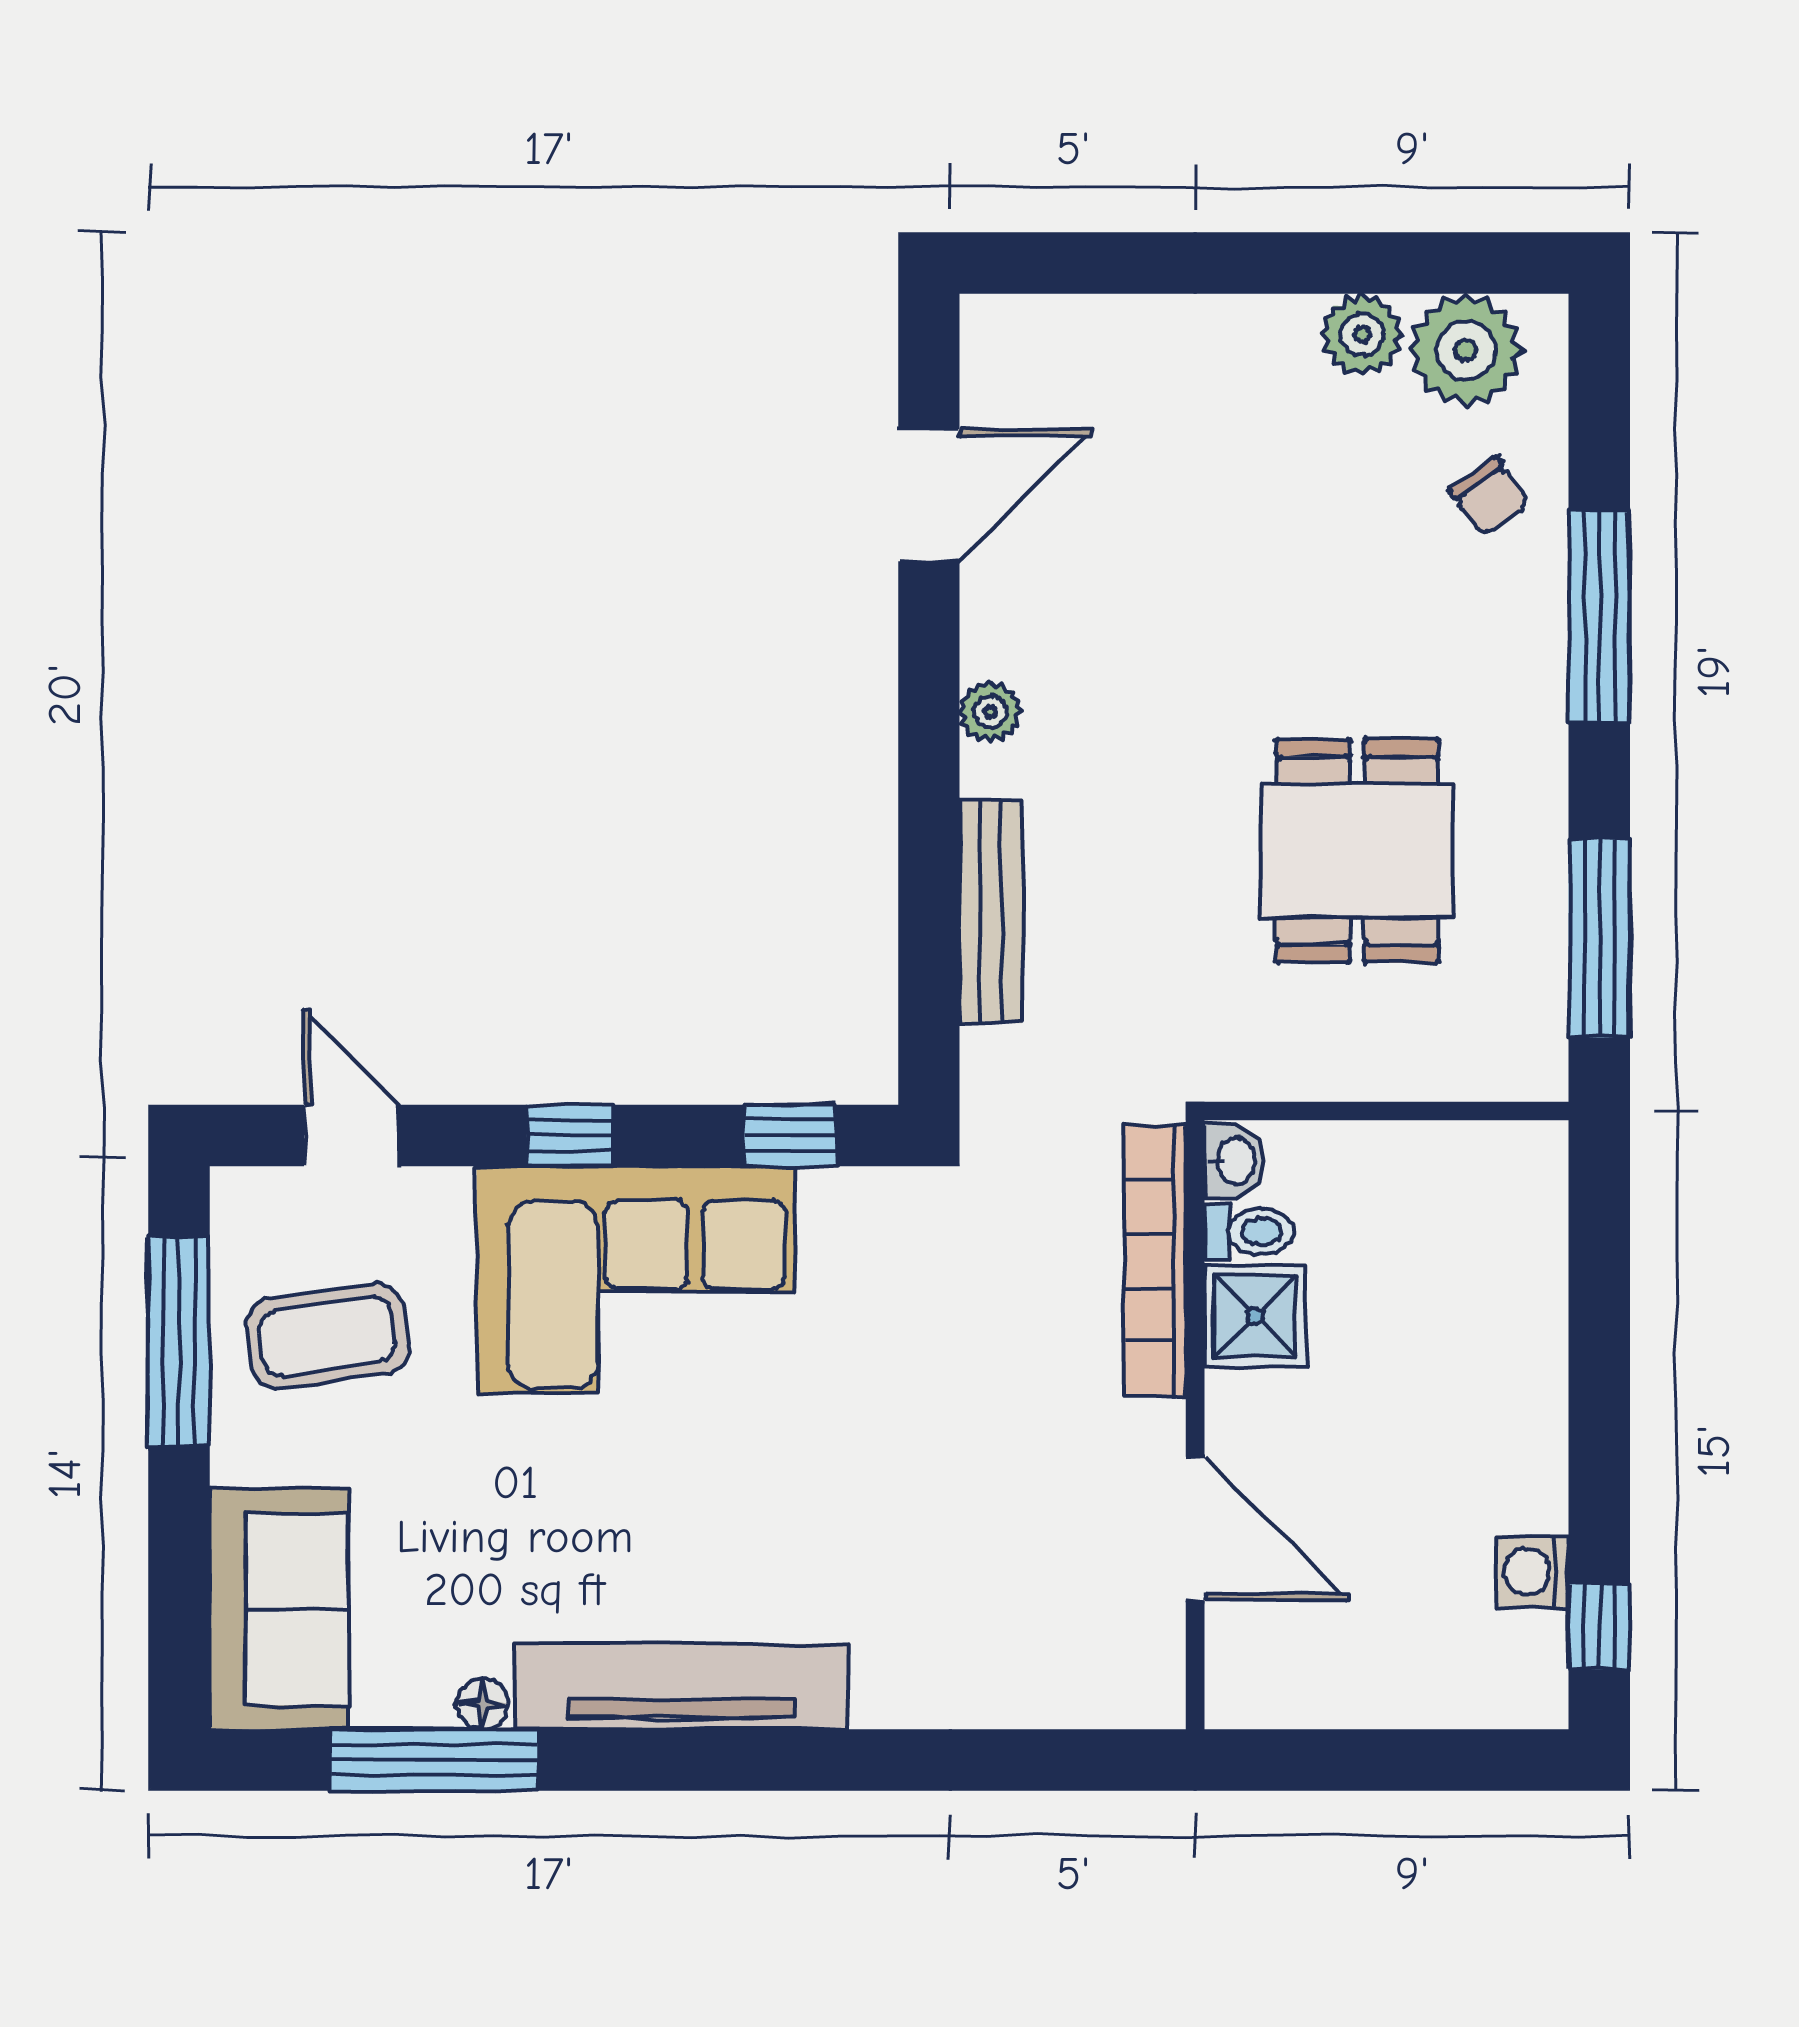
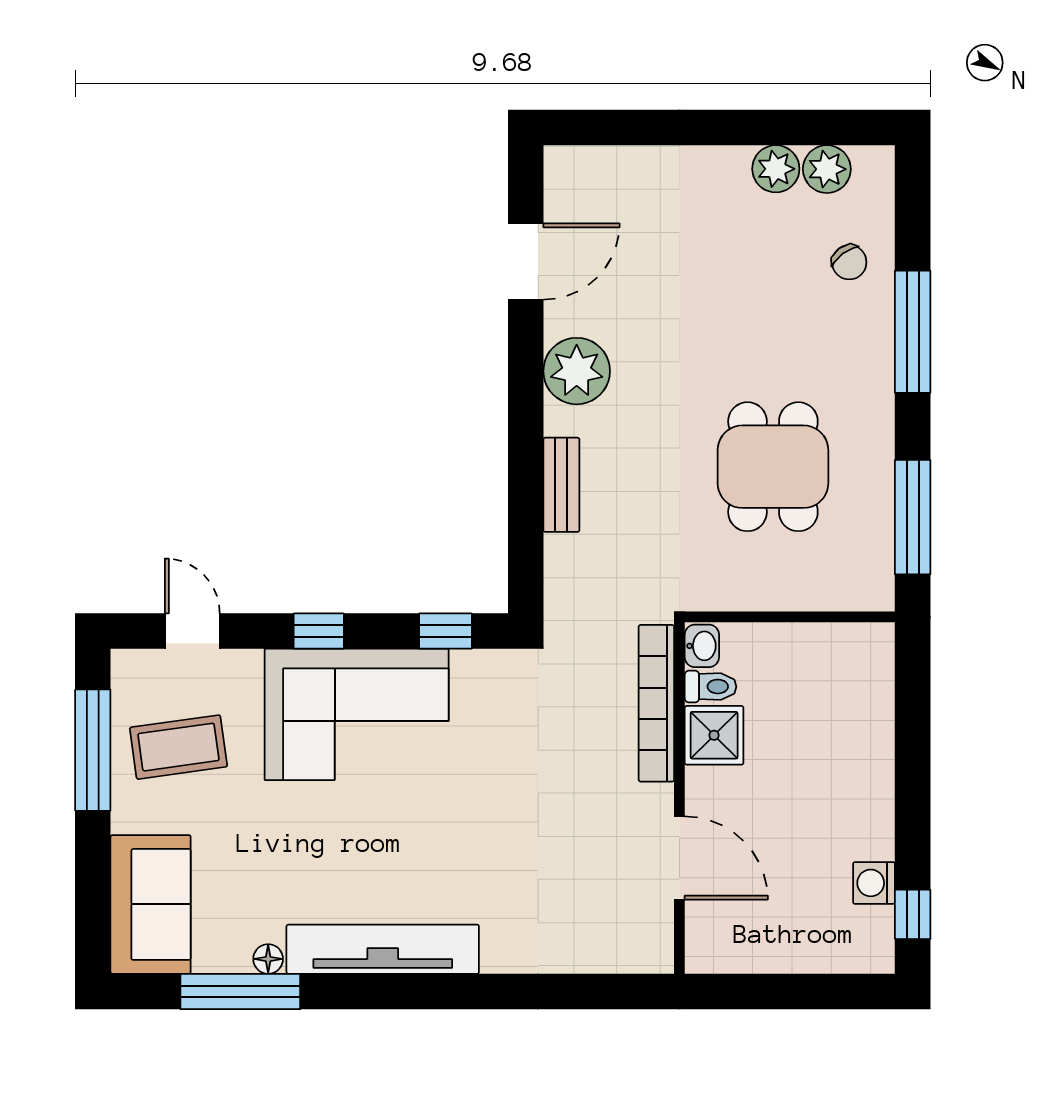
plant: (1466, 350) -> (827, 169), width x0.73, depth x0.73
plant: (990, 712) -> (577, 371), width x1.87, depth x1.87
bench: (991, 912) -> (561, 485), width x0.73

